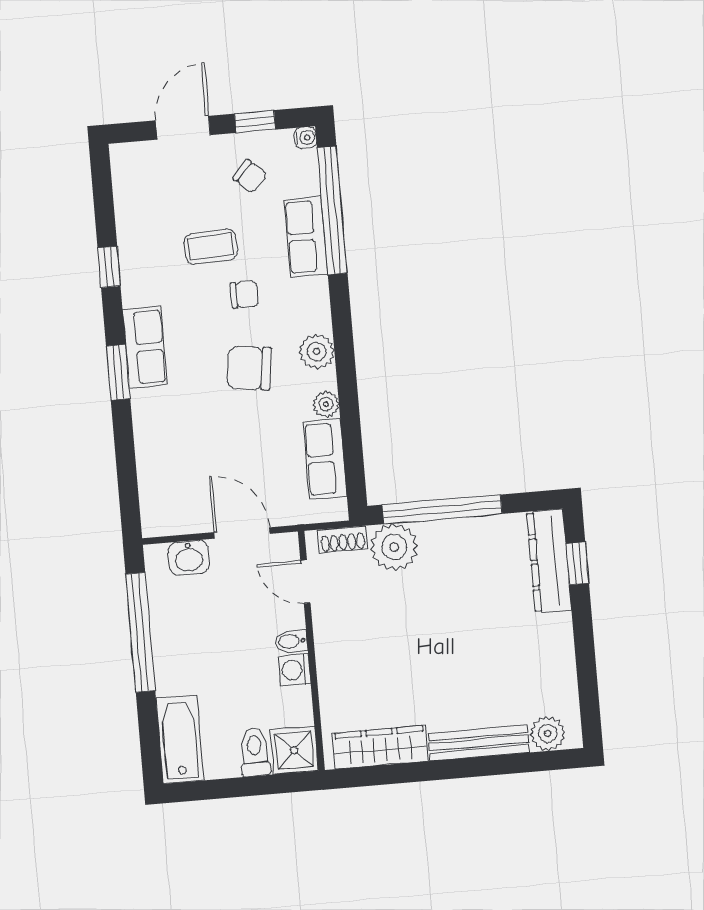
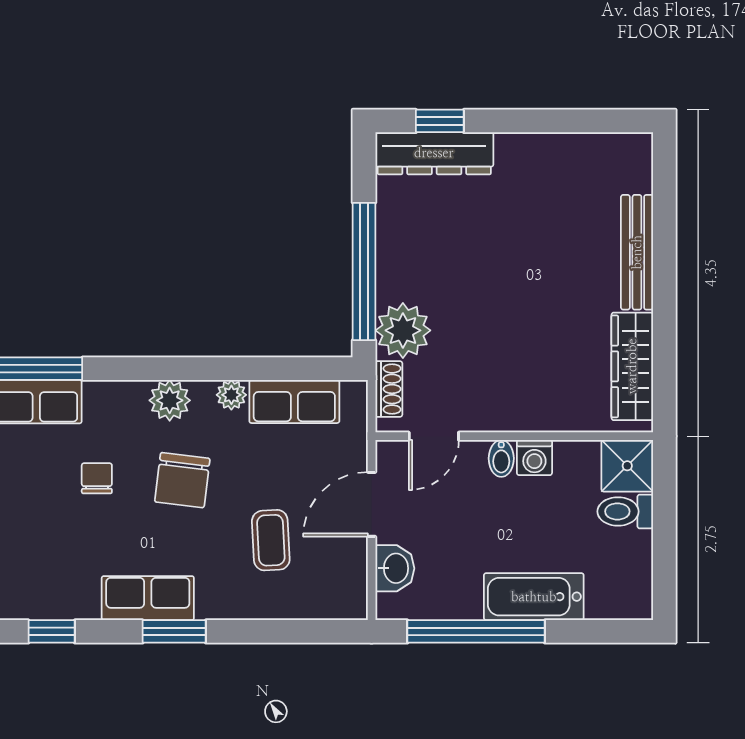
coffee table: (211, 247) -> (271, 540), moved
plant: (548, 734) -> (633, 172), removed
bathtub: (180, 739) -> (534, 597), moved

